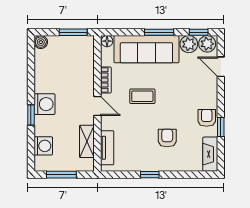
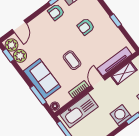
window: (159, 32) -> (38, 95), moved
sofa: (146, 49) -> (42, 79), width x0.73
kitchen sink: (83, 63) -> (79, 111), added
tv unit: (107, 148) -> (114, 61), width x1.41

